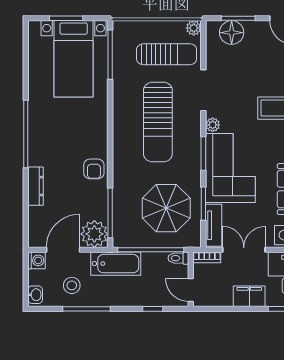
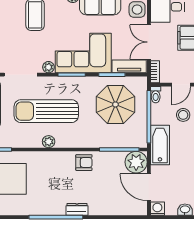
sun lounger: (158, 122) -> (46, 111), turned 180
plant: (120, 125) -> (49, 142), added
dresser: (36, 186) -> (77, 209), moved, width x0.70
stool: (72, 285) -> (183, 115), moved

